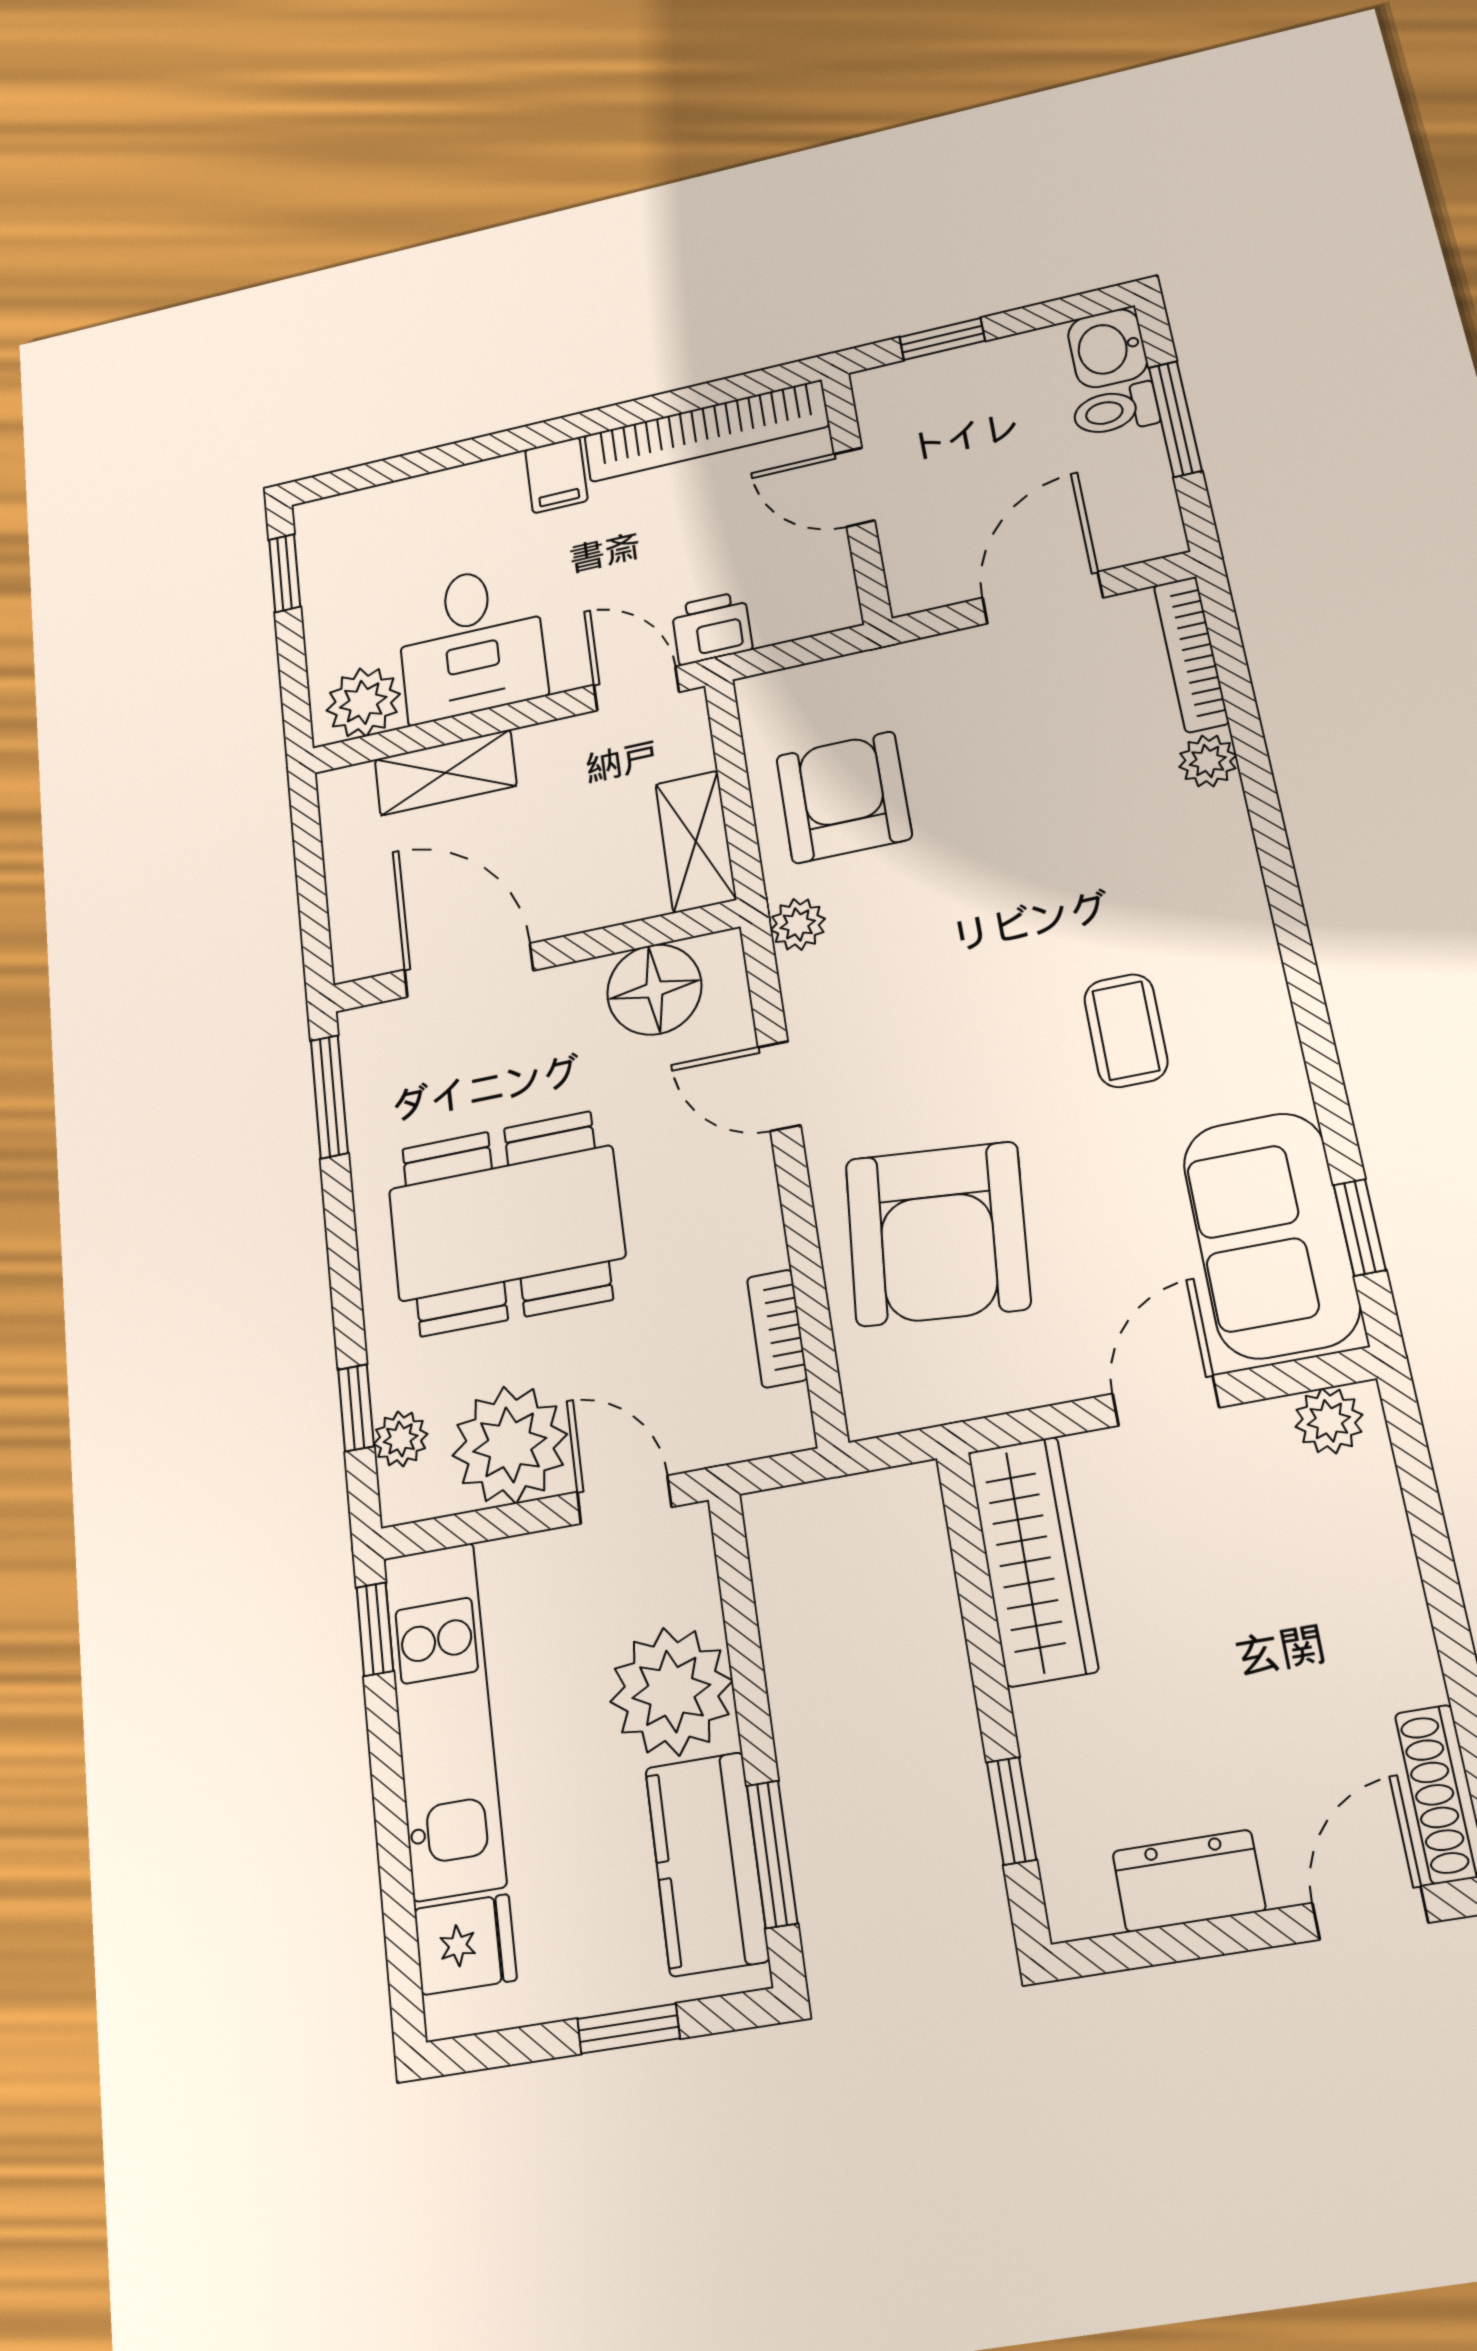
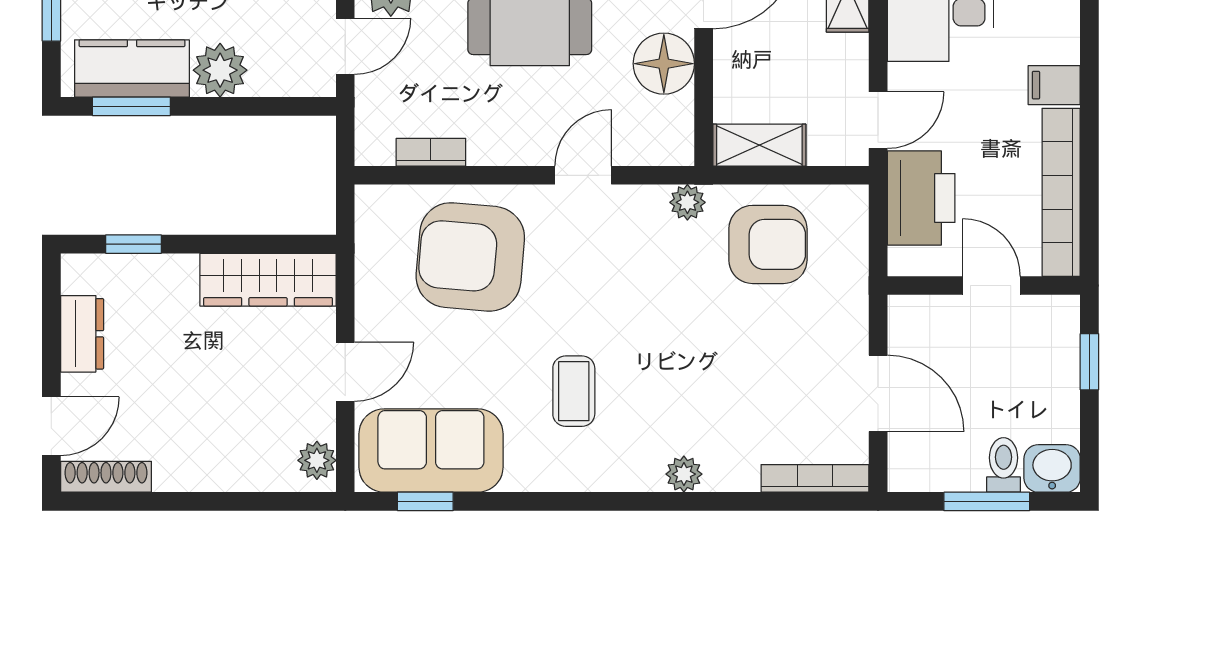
door: (854, 487) -> (991, 286), hinge flipped
printer: (712, 628) -> (921, 198), width x1.87, depth x1.48
plant: (1208, 761) -> (684, 474), moved
floor lamp: (654, 989) -> (664, 64), moved
coffee table: (1126, 1030) -> (574, 391), turned 90
door: (1166, 1401) -> (345, 372), hinge flipped
plant: (671, 1691) -> (220, 70), width x0.73, depth x0.73
door: (1370, 1913) -> (51, 426), hinge flipped

